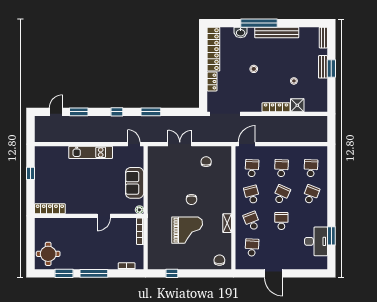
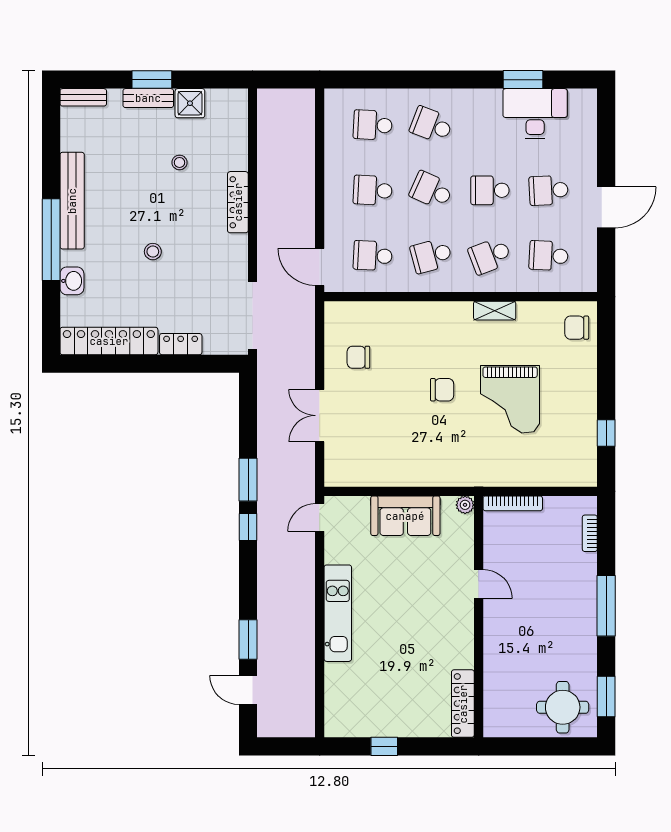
shower: (297, 105) -> (190, 103), moved
window: (117, 112) -> (248, 527), moved
grand piano: (187, 230) -> (510, 399), turned 180
school desk: (281, 247) -> (549, 190), added
window: (64, 273) -> (606, 696), moved

